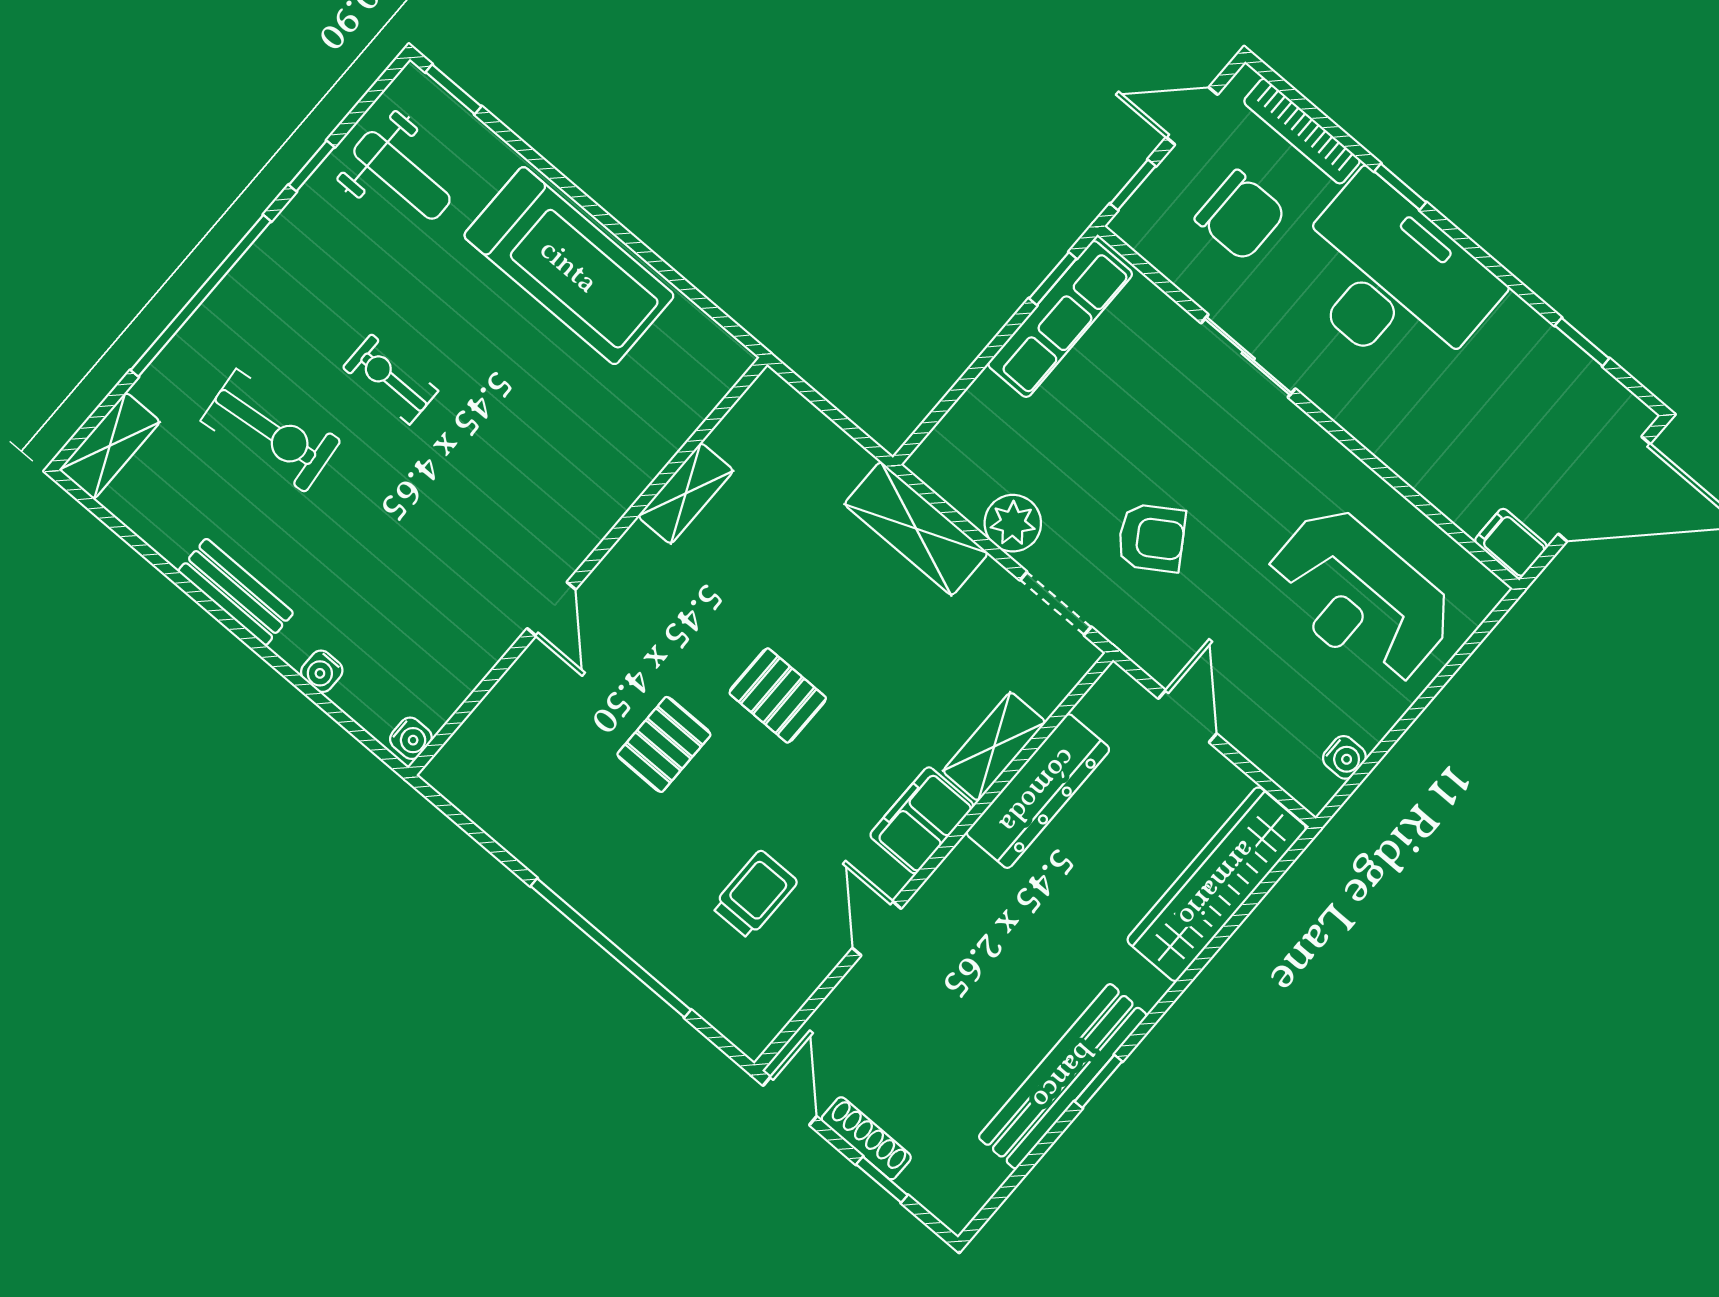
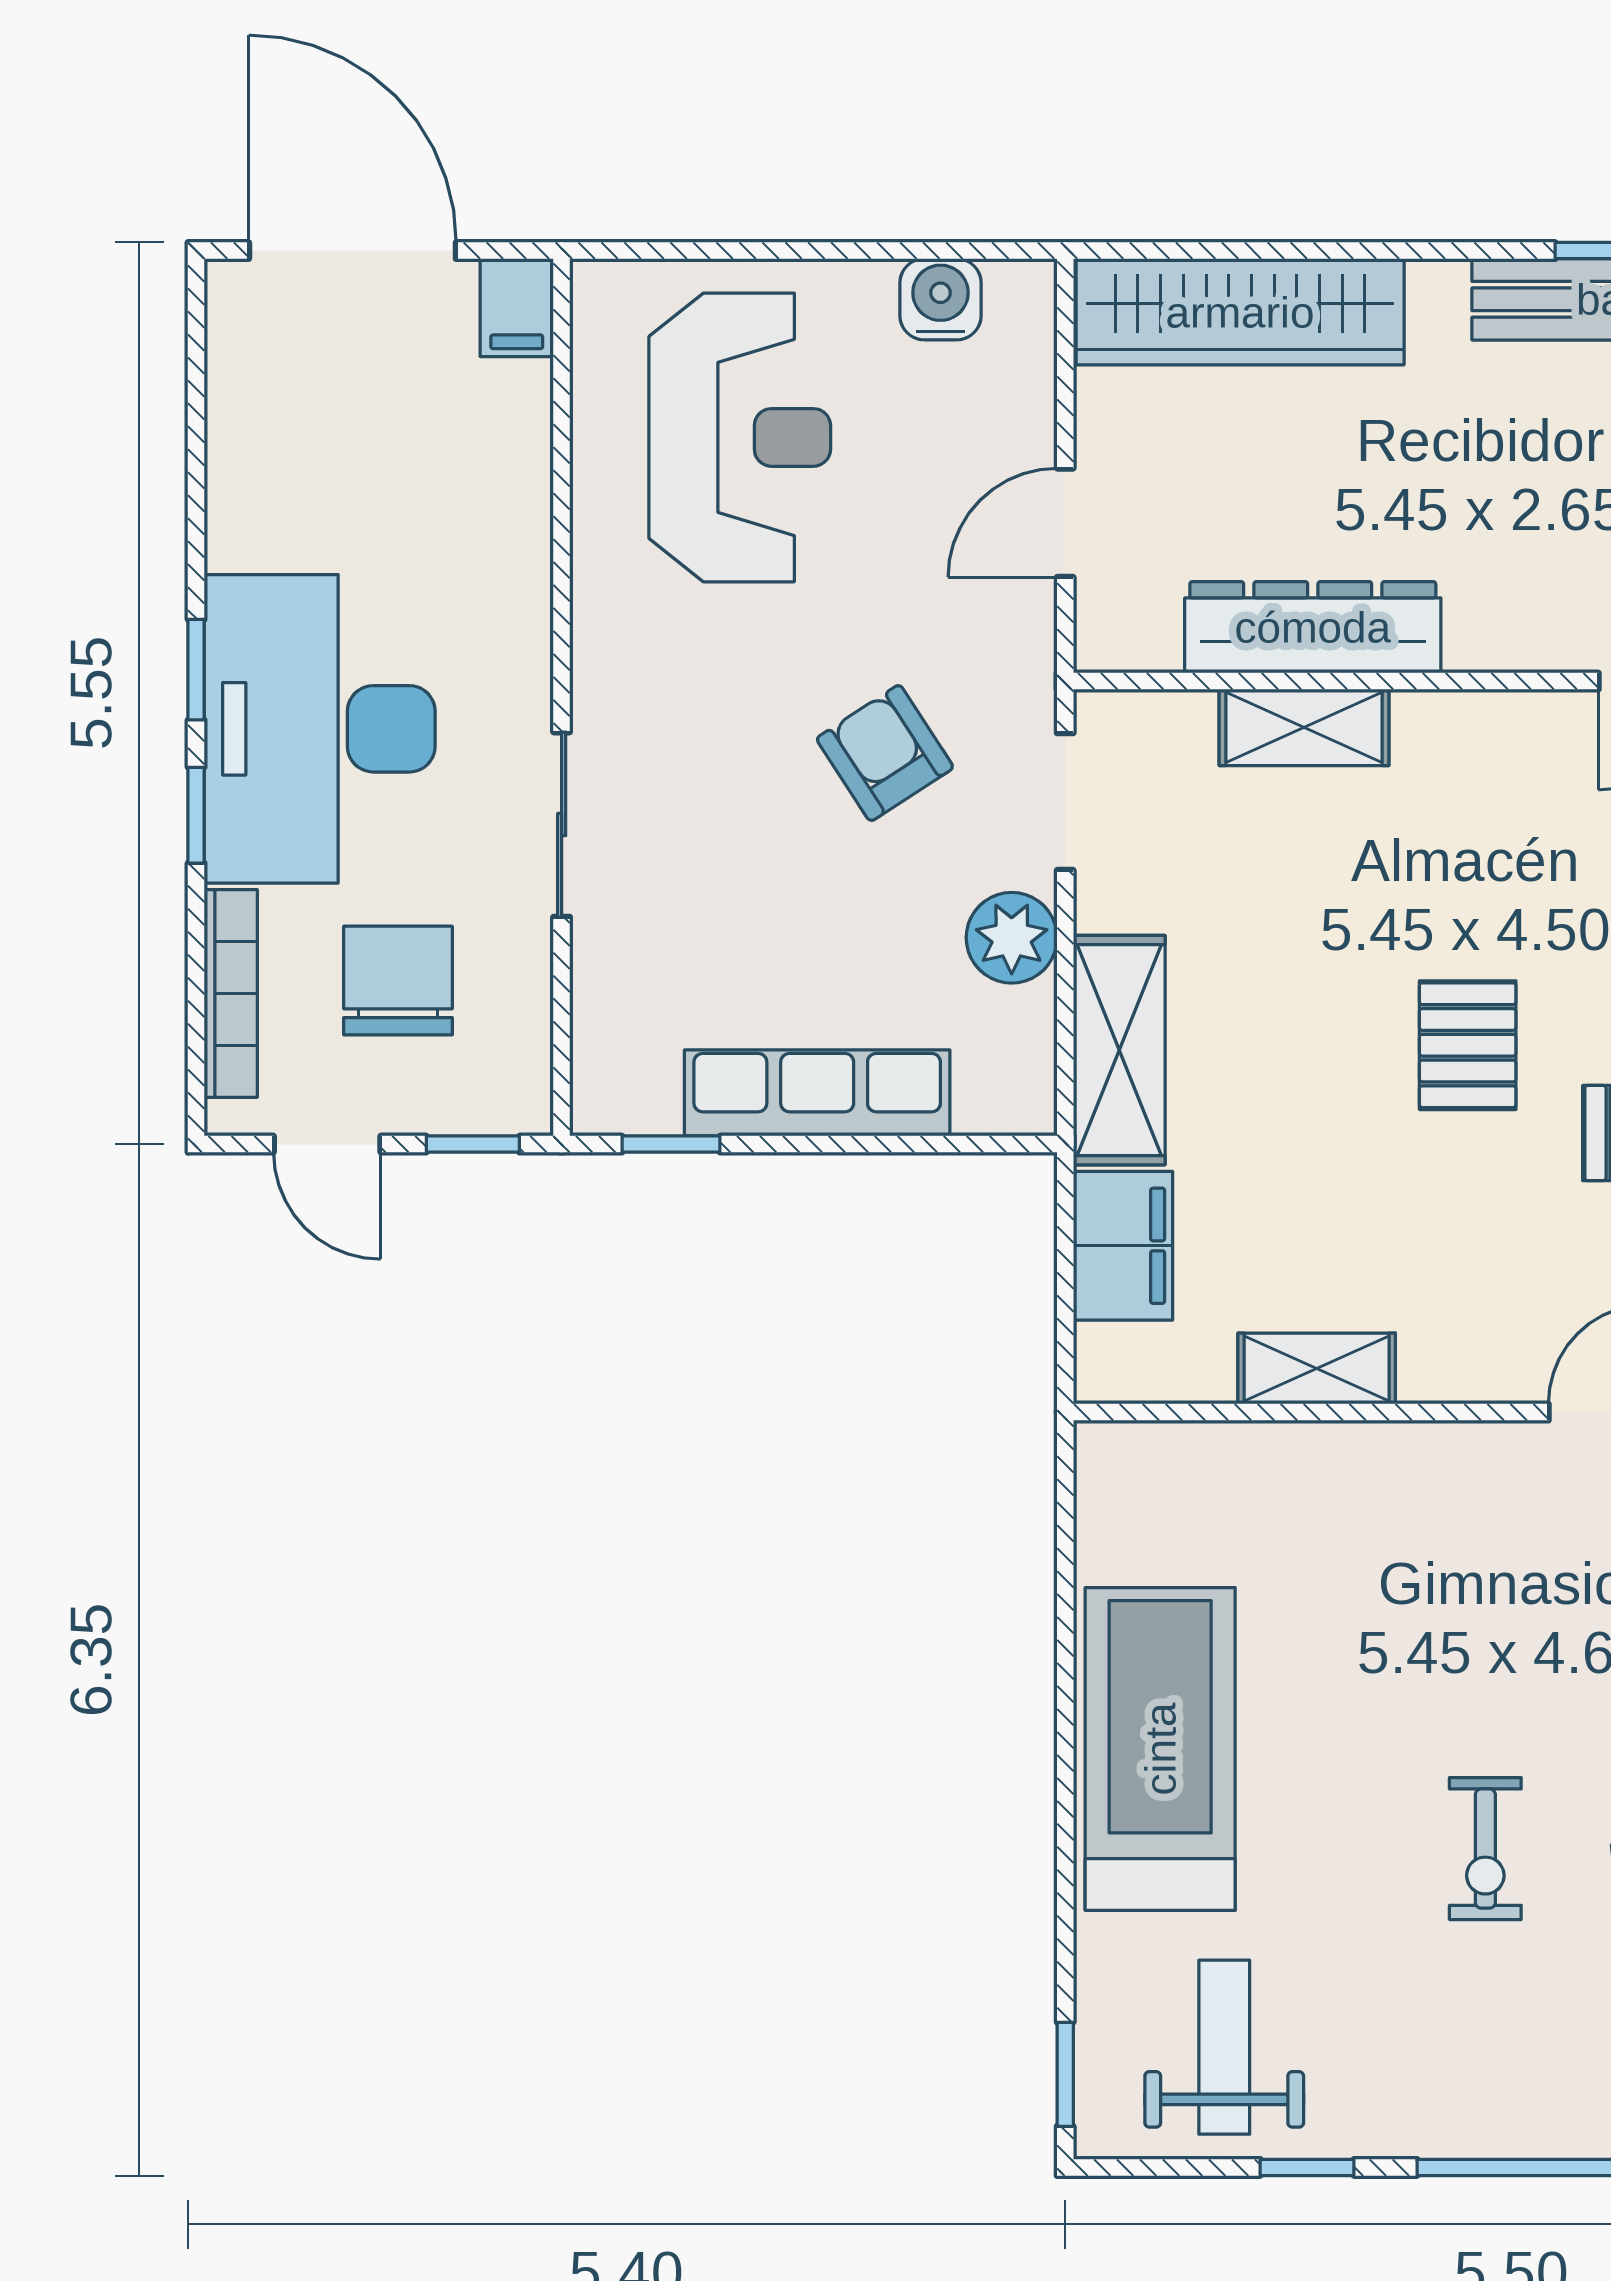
row of seats: (1060, 319) -> (817, 1093), moved
window: (1582, 342) -> (196, 670), moved
water cooler: (1344, 757) -> (940, 299), width x1.38, depth x1.38
filing cabinet: (922, 820) -> (1123, 1246), moved, turned -90

